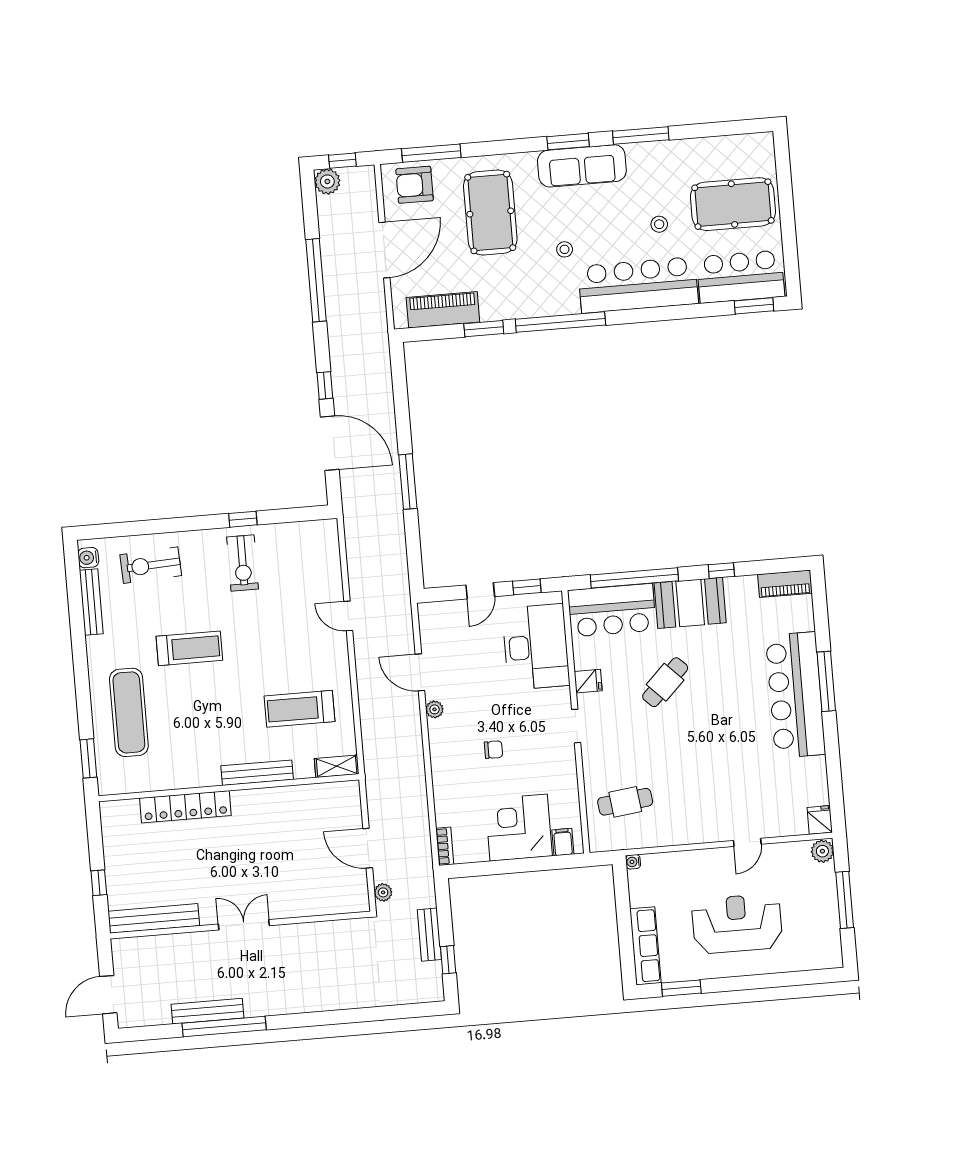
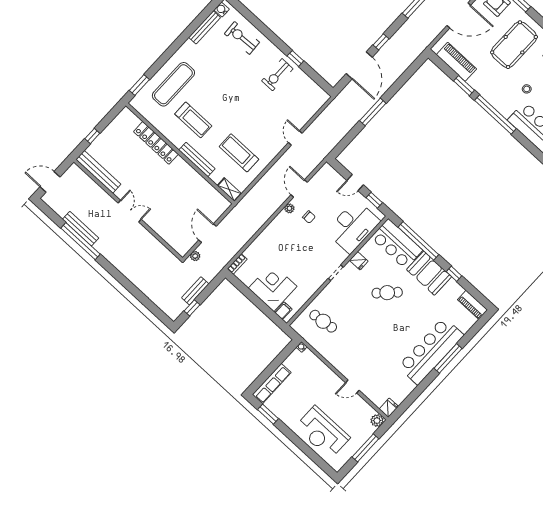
treadmill: (189, 648) -> (193, 120), moved
chair: (493, 750) -> (309, 217), moved
reception desk: (737, 924) -> (322, 432), moved, turned 180

